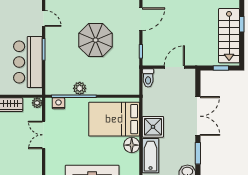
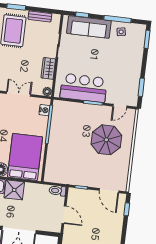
parasol: (96, 40) -> (106, 140), moved
plant: (80, 88) -> (55, 130), removed

